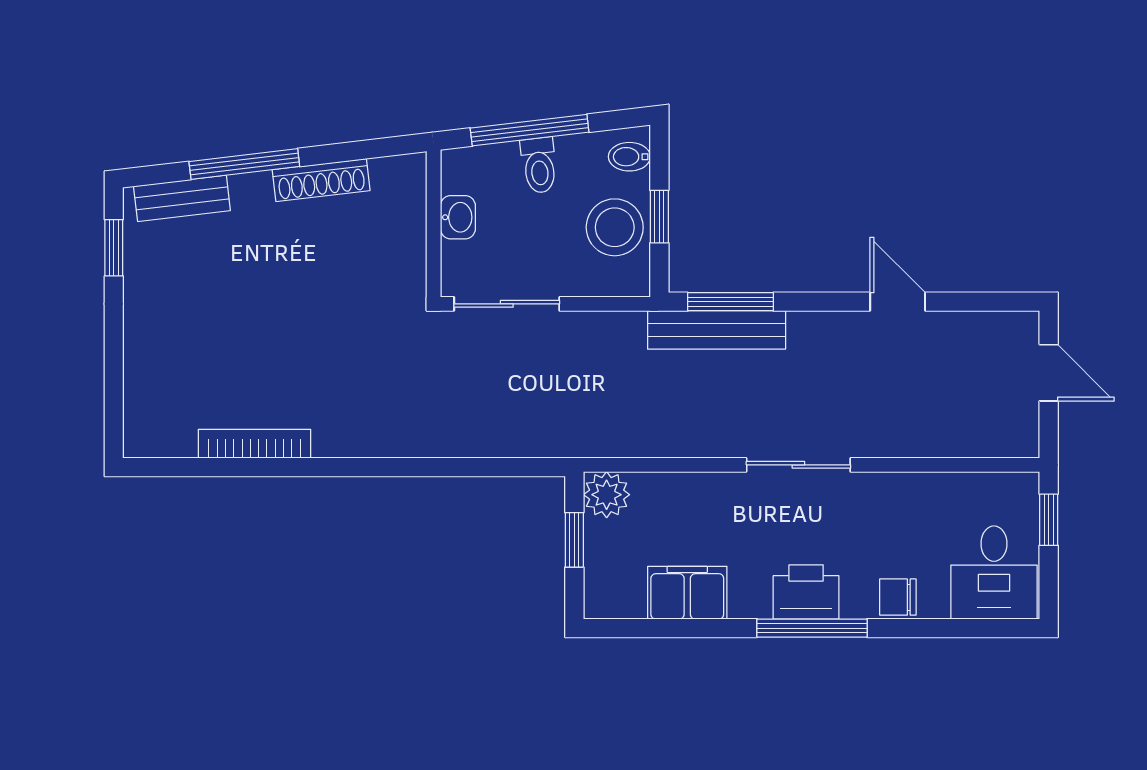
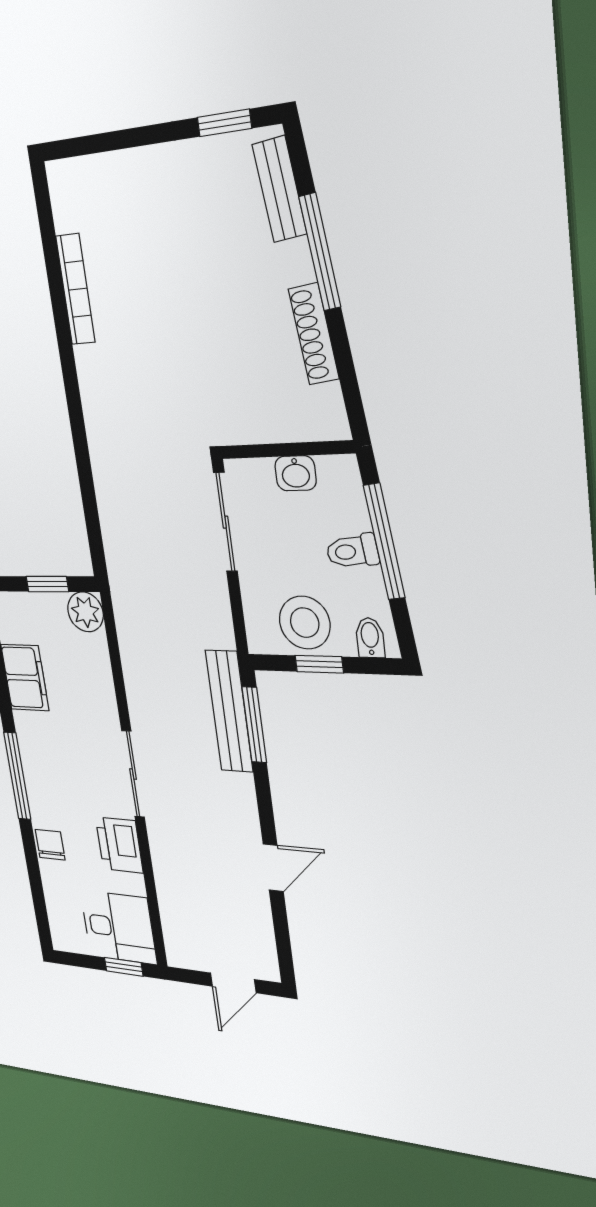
desk: (994, 573) -> (119, 927), moved, turned 180
printer: (806, 592) -> (119, 845), moved, turned 180

